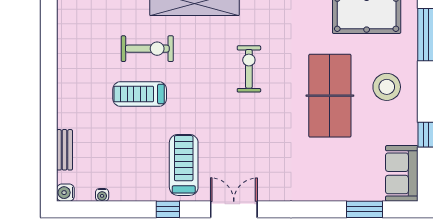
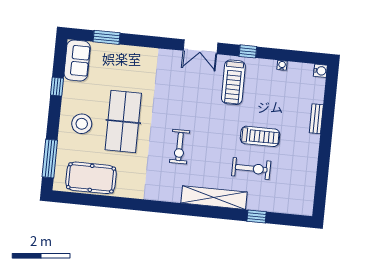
exercise bike: (147, 49) -> (251, 168), turned 180
bench: (64, 150) -> (316, 119), moved
water cooler: (102, 195) -> (282, 65), moved

